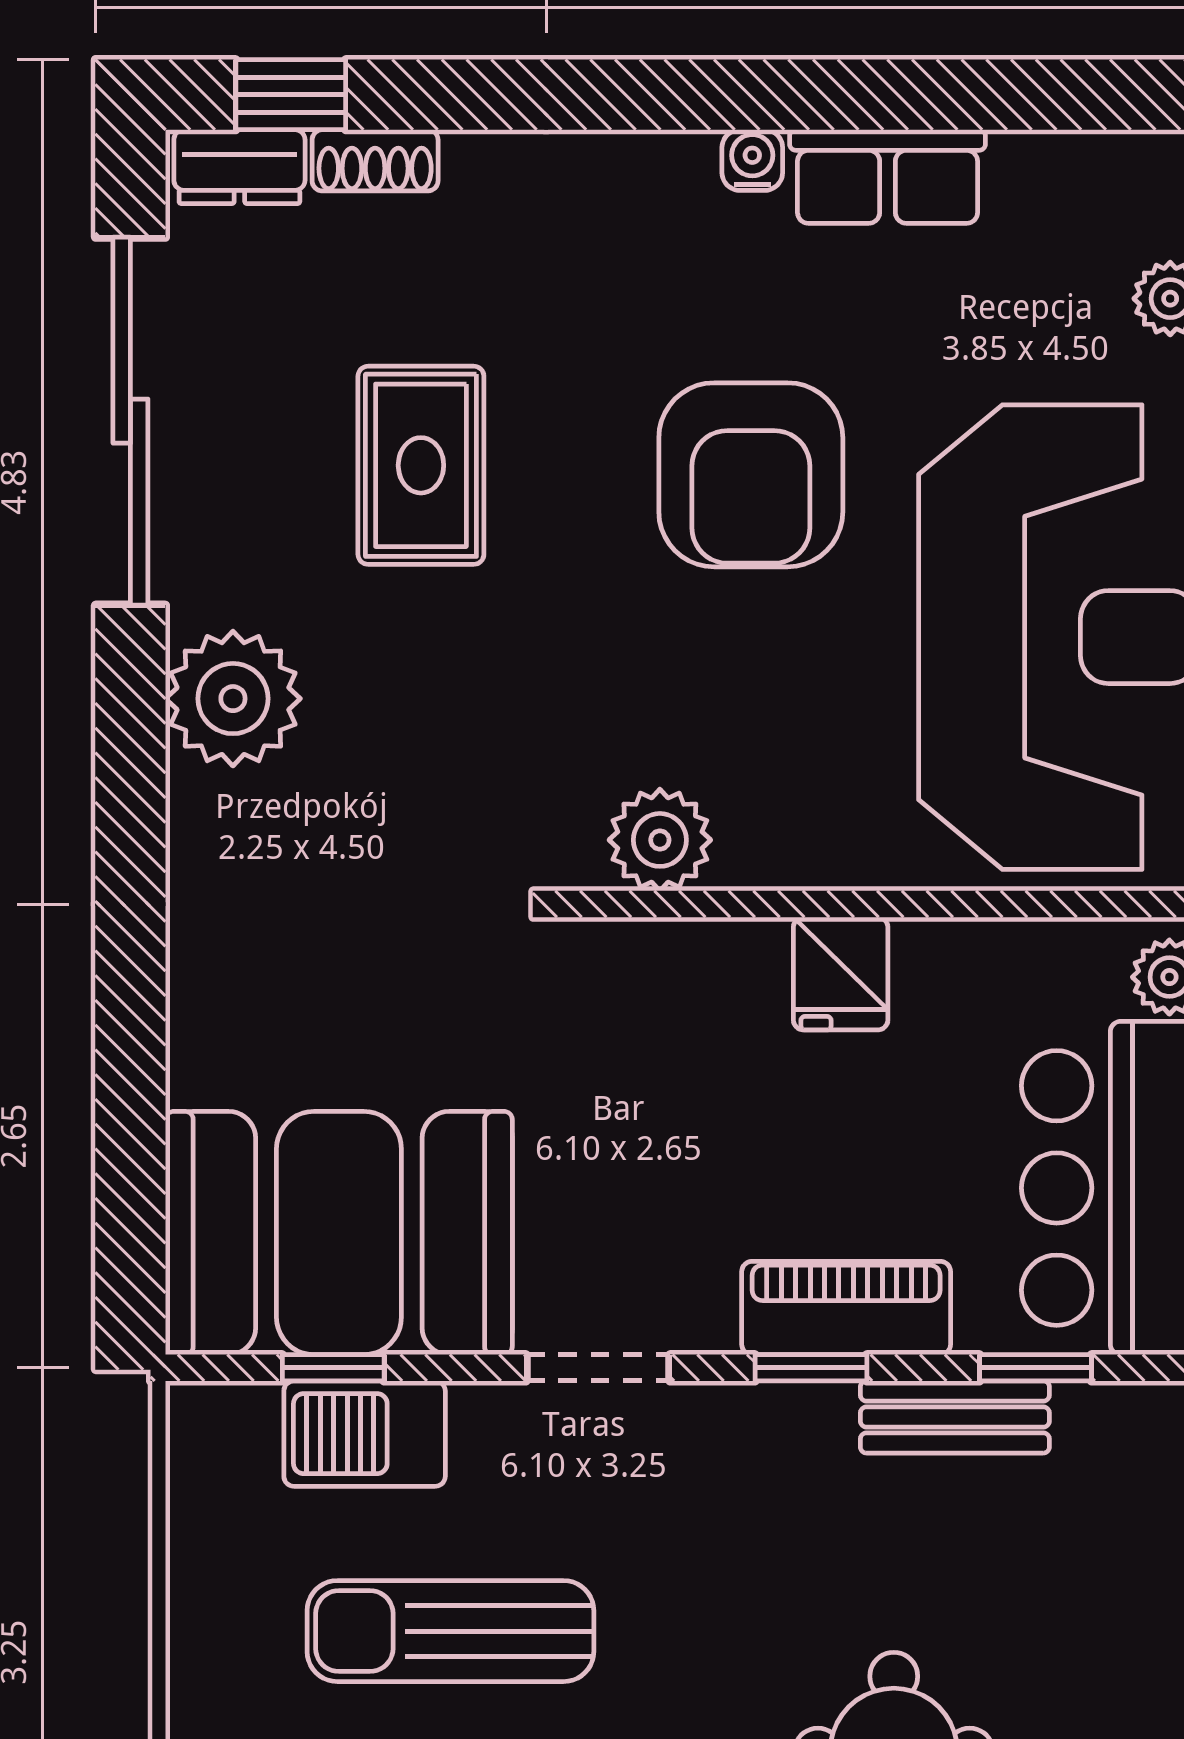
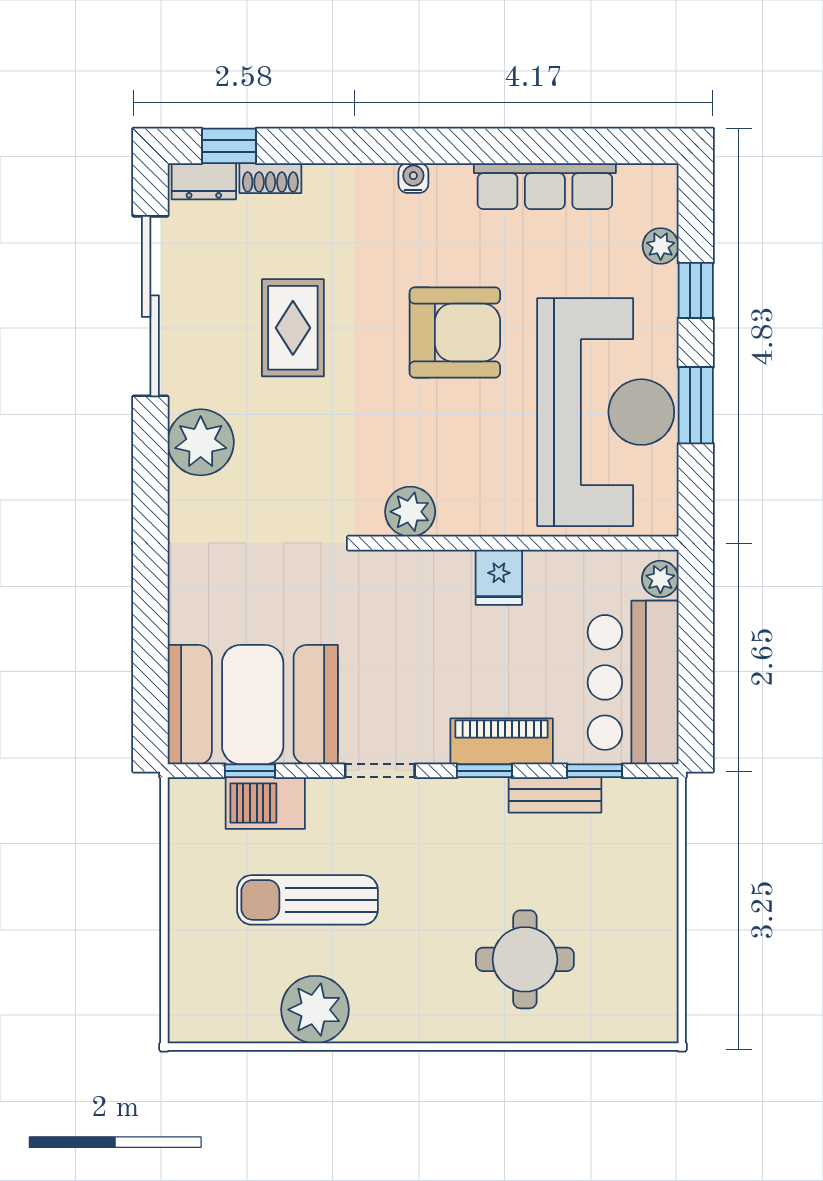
water cooler: (752, 160) -> (413, 178), moved
row of seats: (888, 177) -> (545, 186), width x1.48
armchair: (751, 475) -> (455, 332), turned -90

